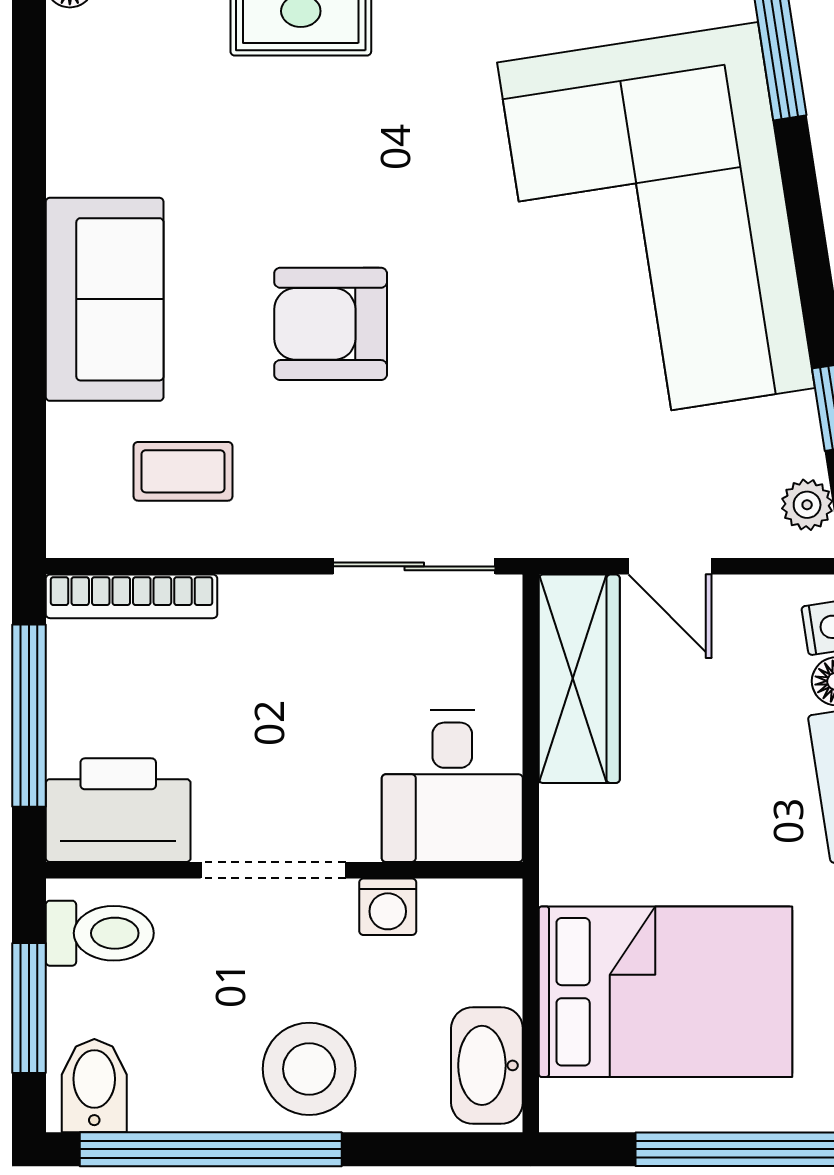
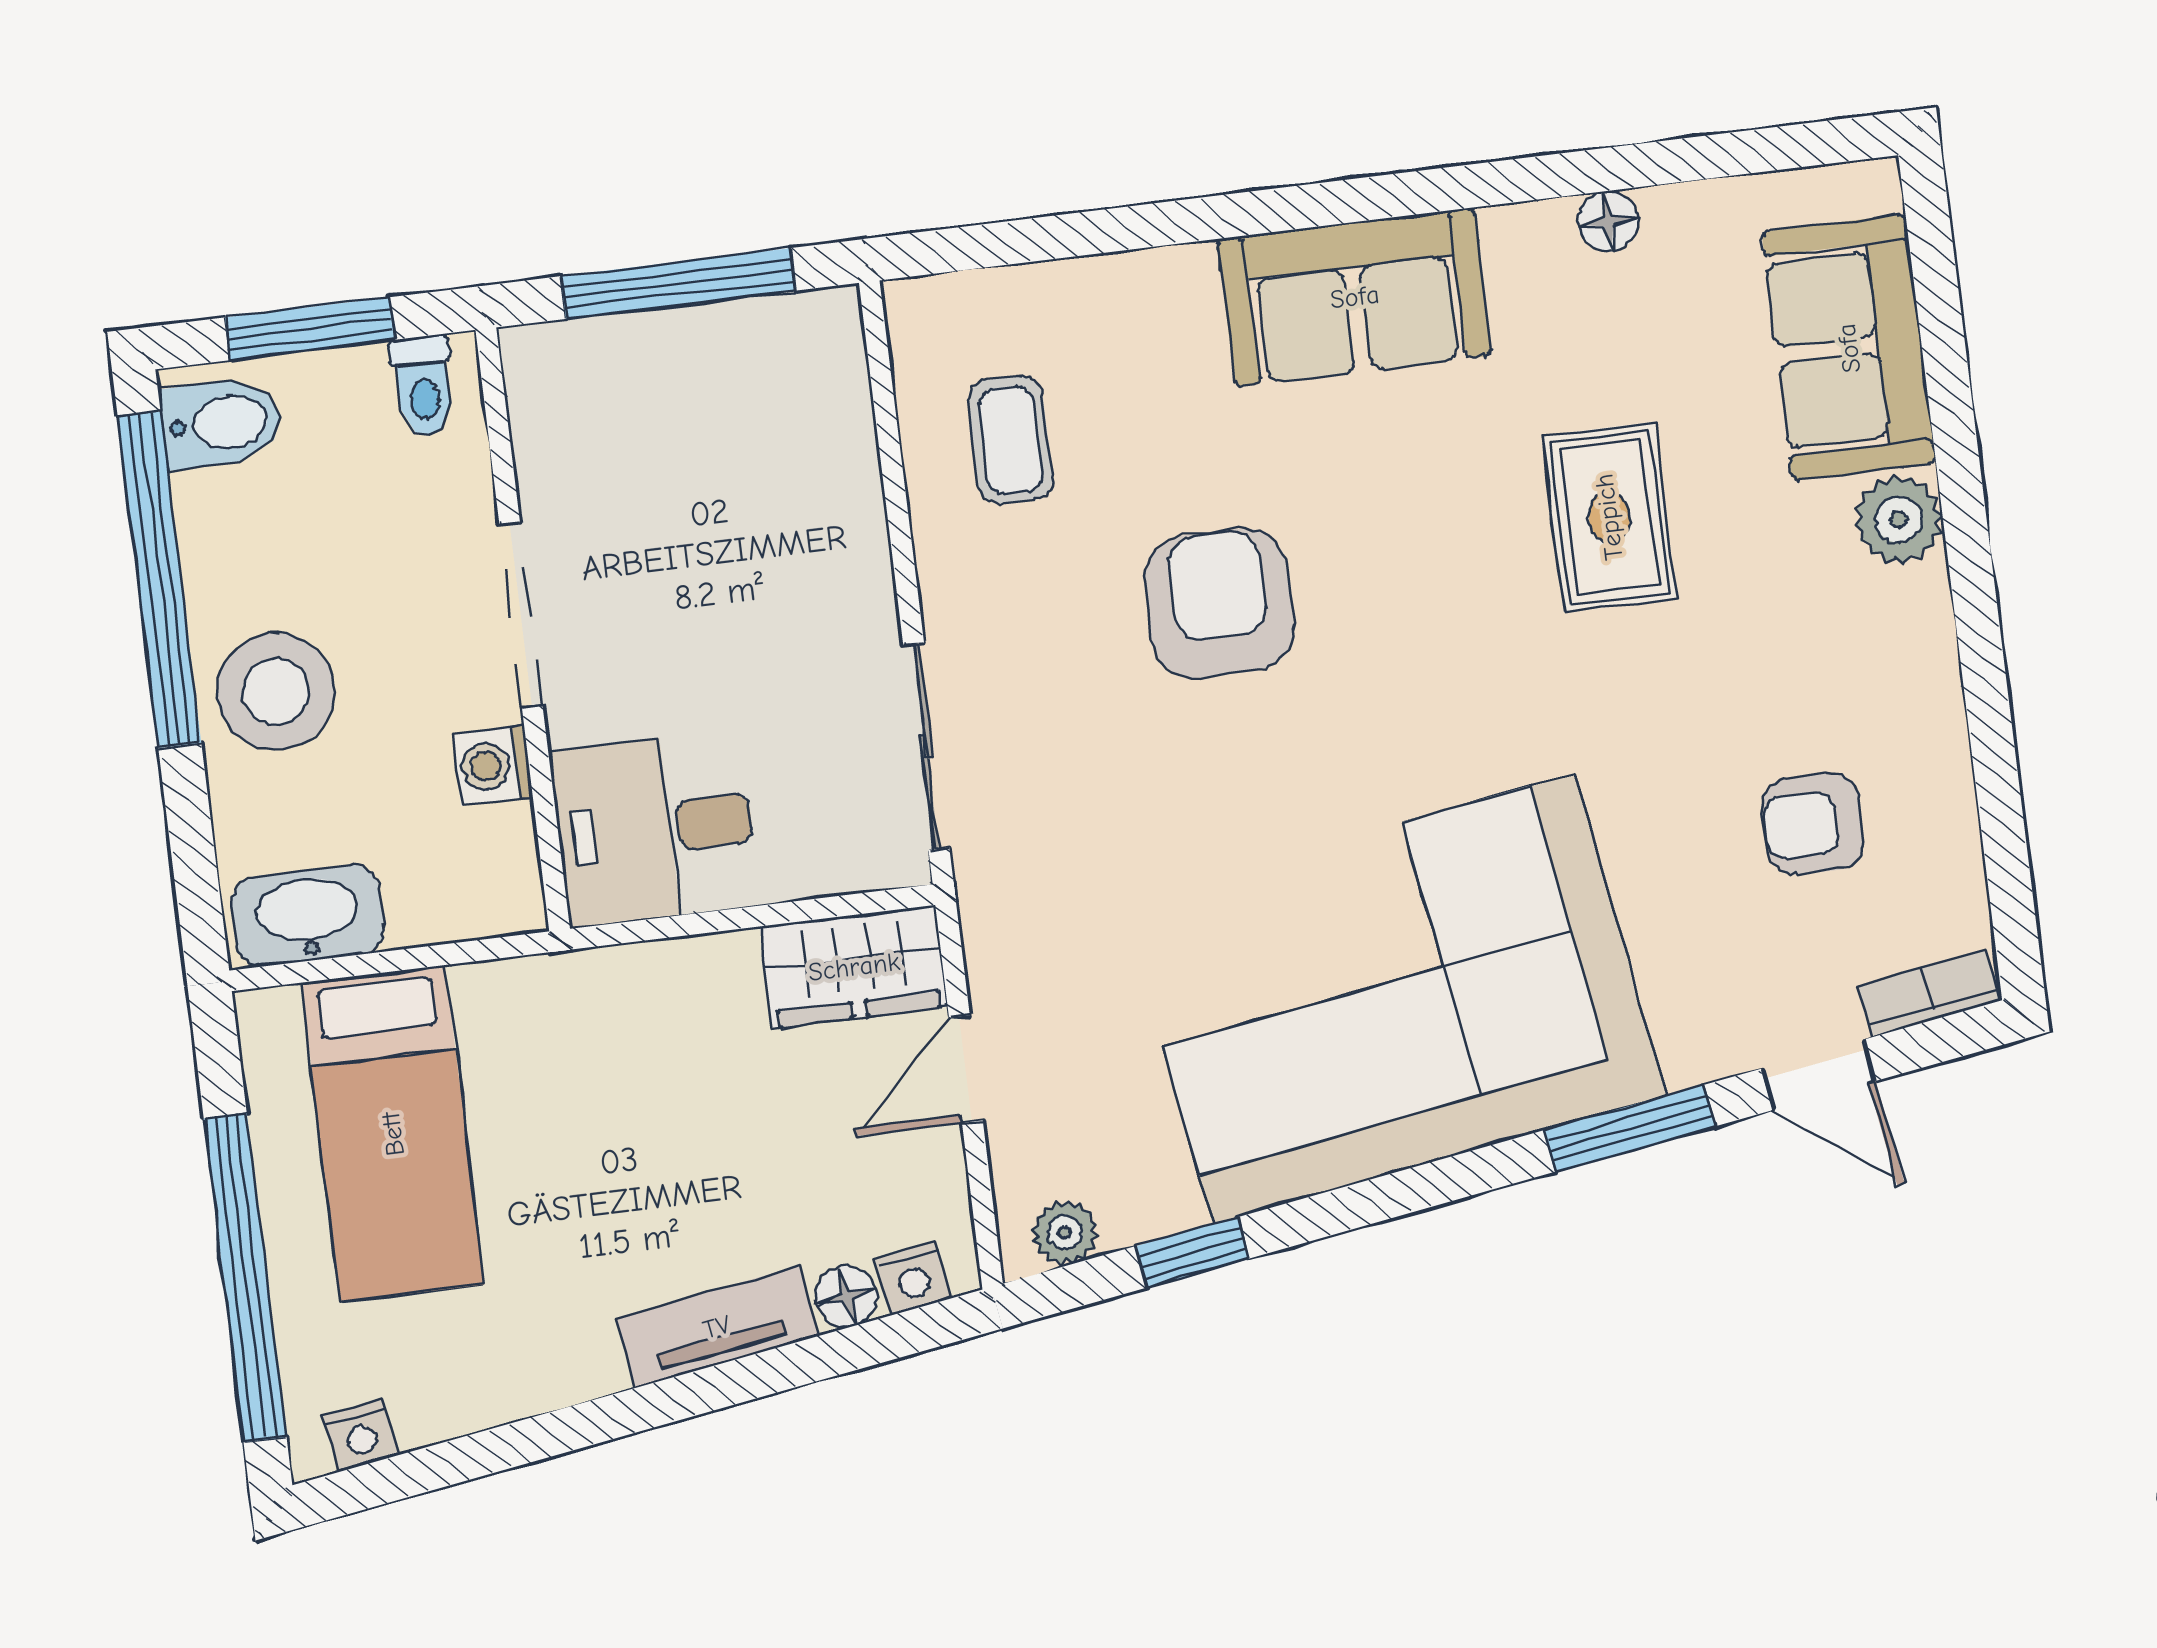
sofa: (105, 299) -> (1355, 297), moved
bookcase: (132, 596) -> (845, 394), removed
wardrobe: (579, 679) -> (854, 967), width x0.67
printer: (118, 810) -> (573, 411), removed
toilet: (100, 933) -> (423, 386), width x0.73, depth x0.72
bed: (665, 992) -> (393, 1134), width x0.67

